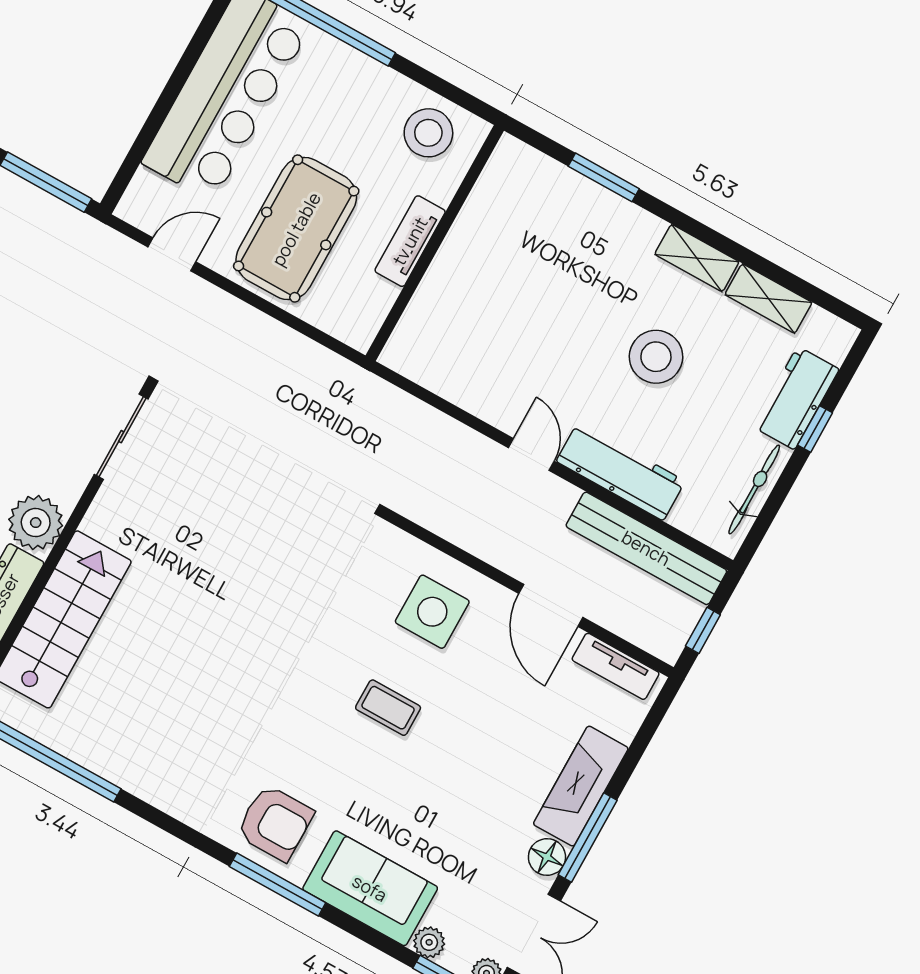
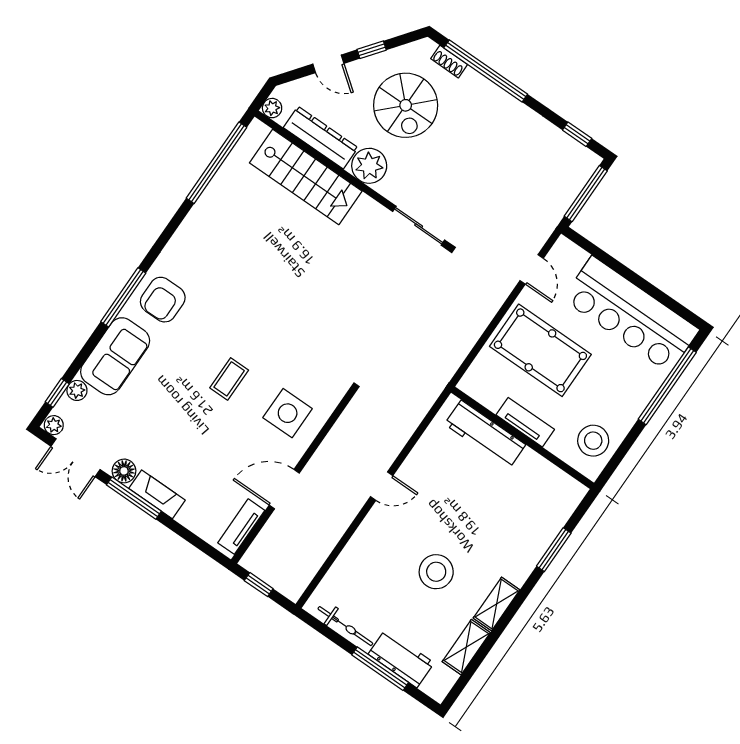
window: (815, 429) -> (380, 669), width x2.17
workbench: (621, 471) -> (485, 434), moved, turned 90
bench: (646, 548) -> (315, 554), removed
fireplace: (581, 786) -> (157, 494), width x0.73, depth x0.76

